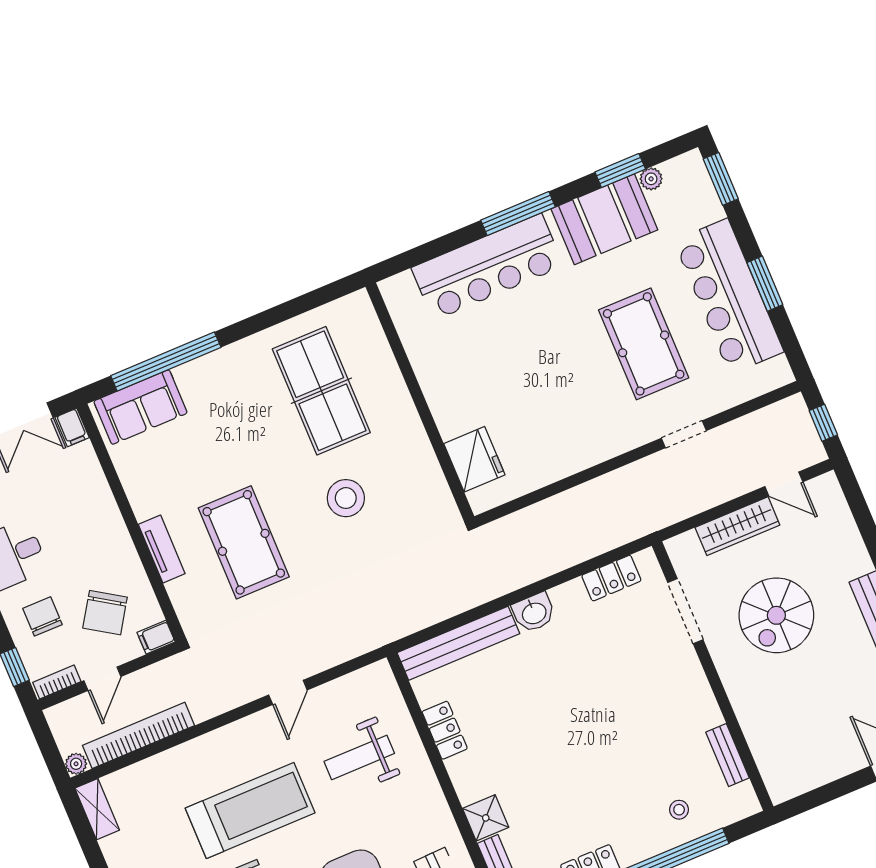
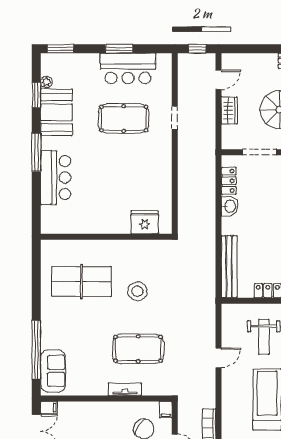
bar counter: (487, 267) -> (56, 178), width x0.73
bar counter: (729, 296) -> (128, 68), width x0.73
wardrobe: (737, 526) -> (229, 110), width x0.67
washbasin: (534, 613) -> (230, 206), moved
door: (288, 692) -> (218, 358), hinge flipped

